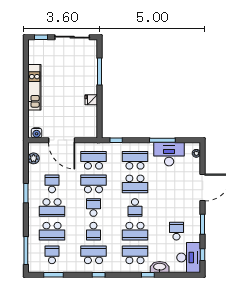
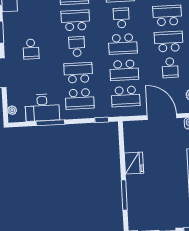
fridge: (91, 100) -> (134, 163), width x1.88, depth x1.34
school desk: (93, 208) -> (123, 44), width x1.85
school desk: (176, 231) -> (31, 49), moved

